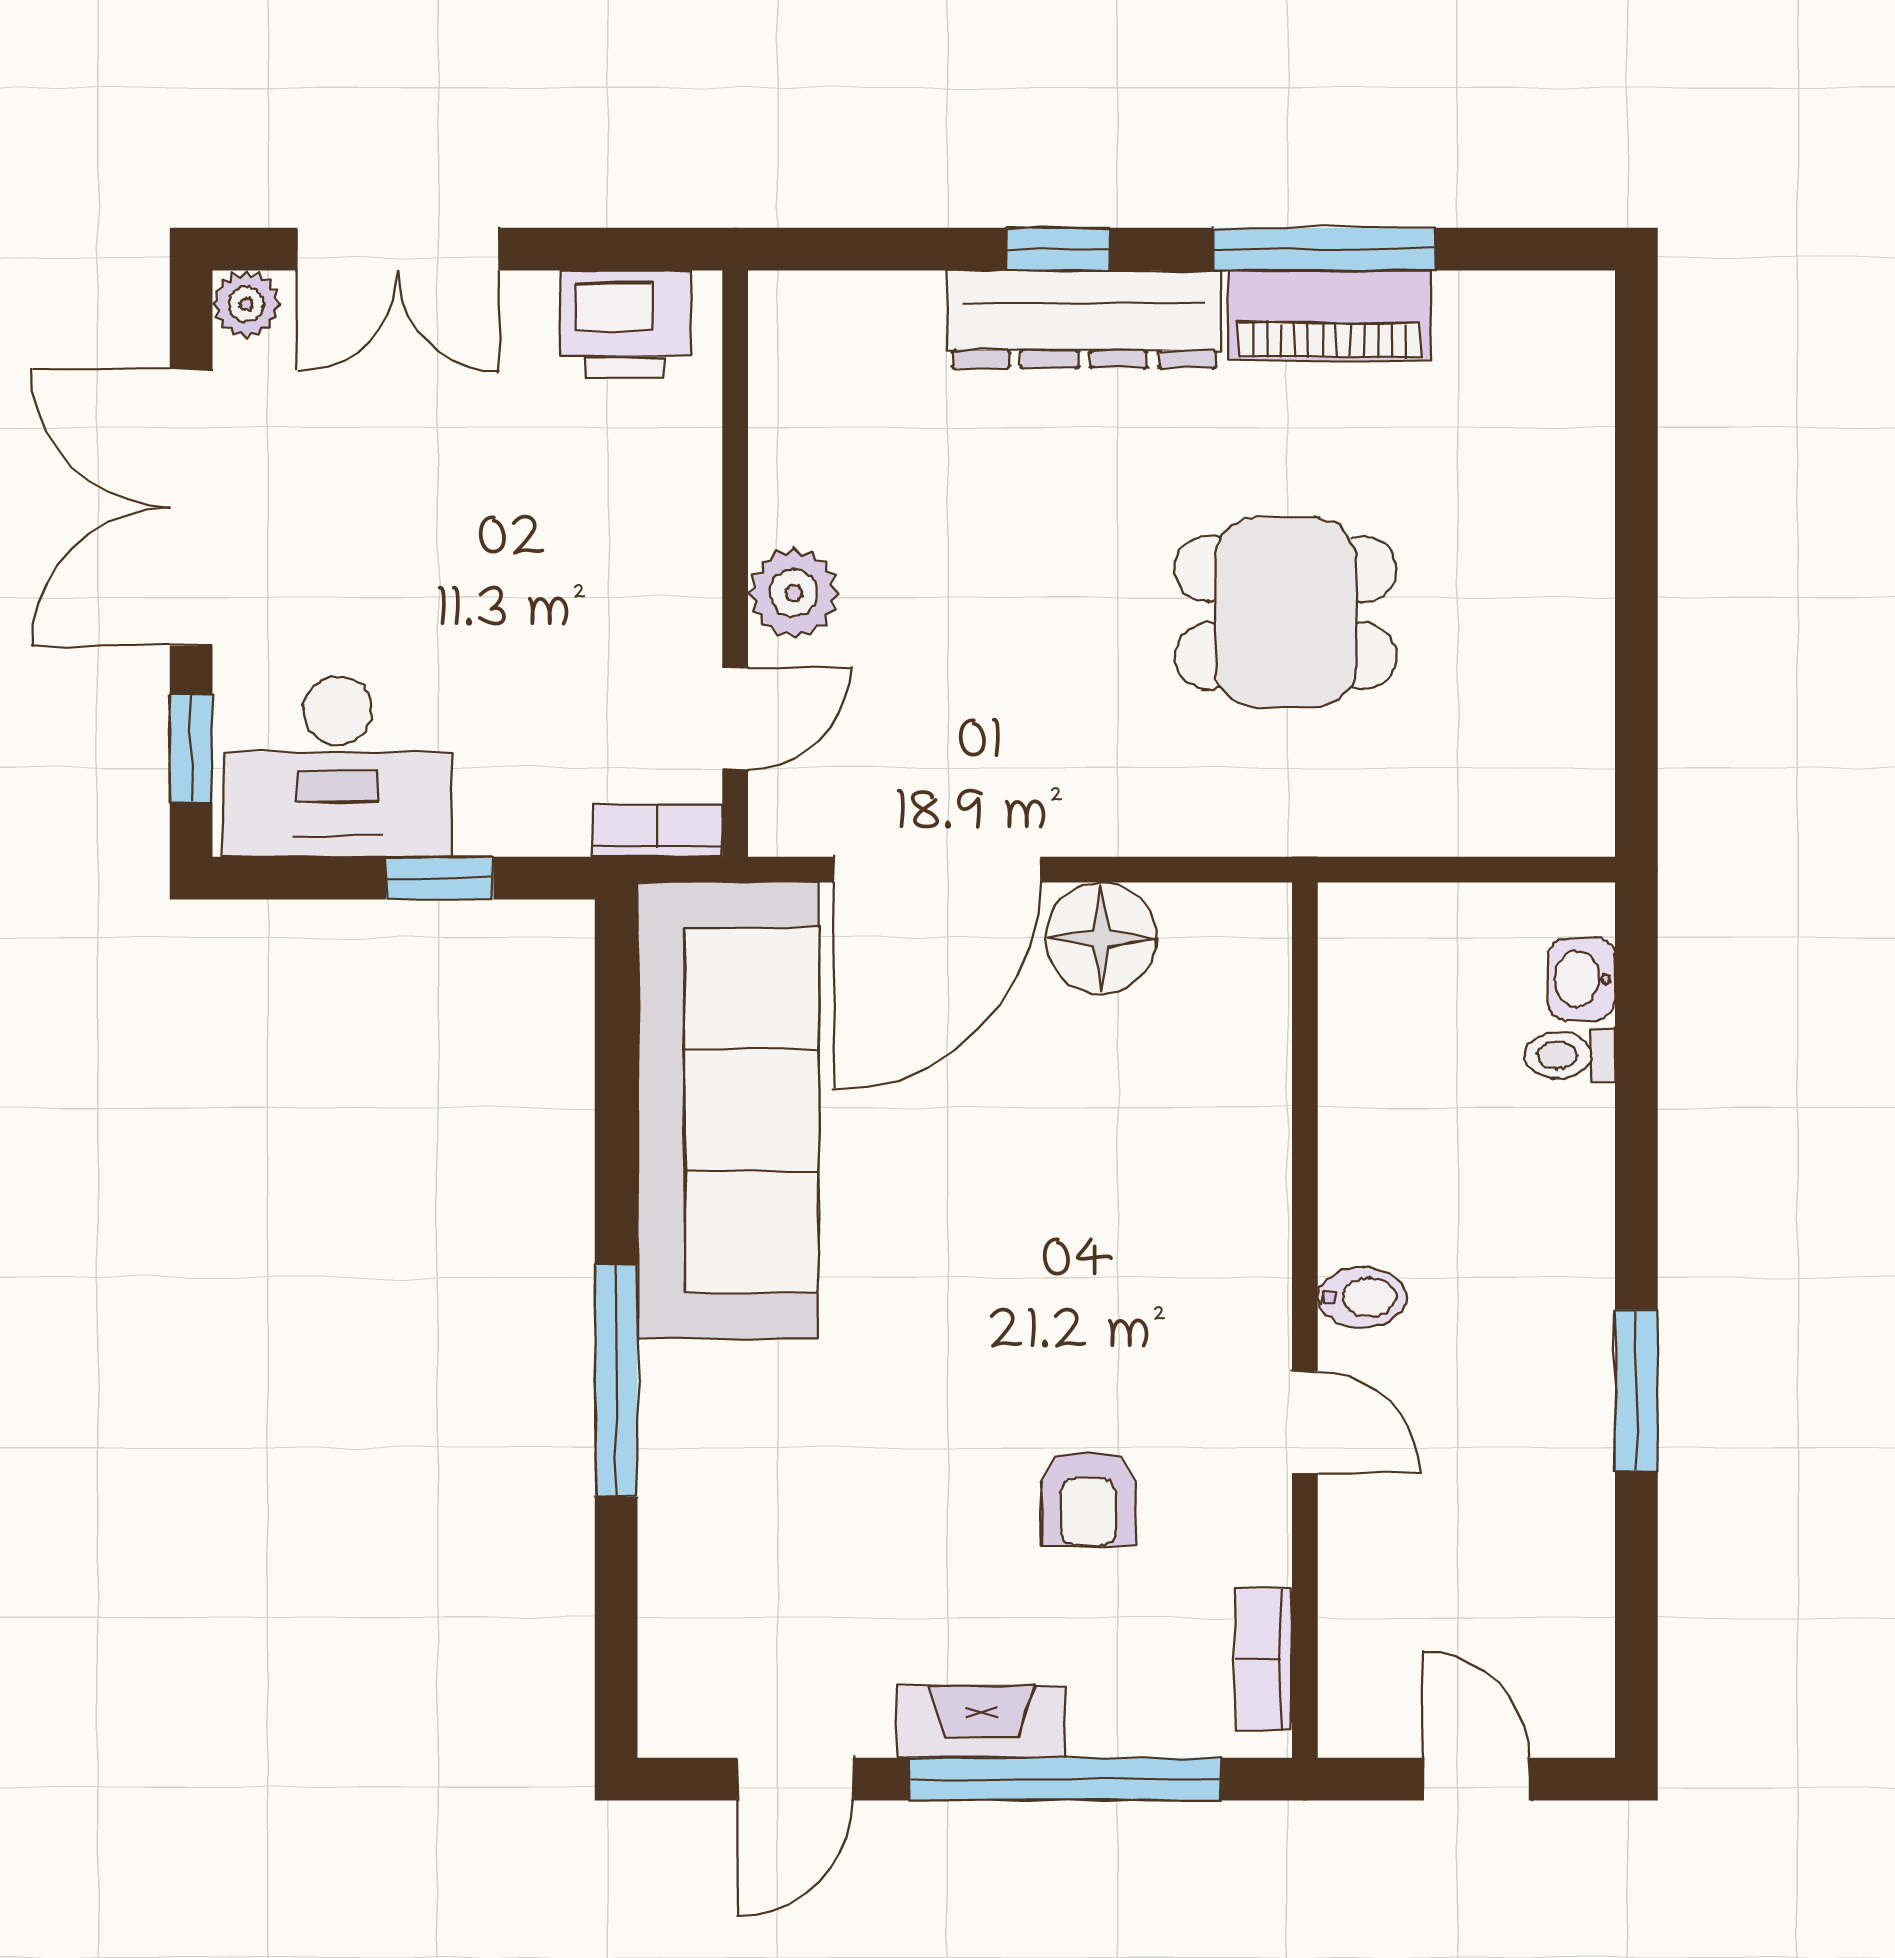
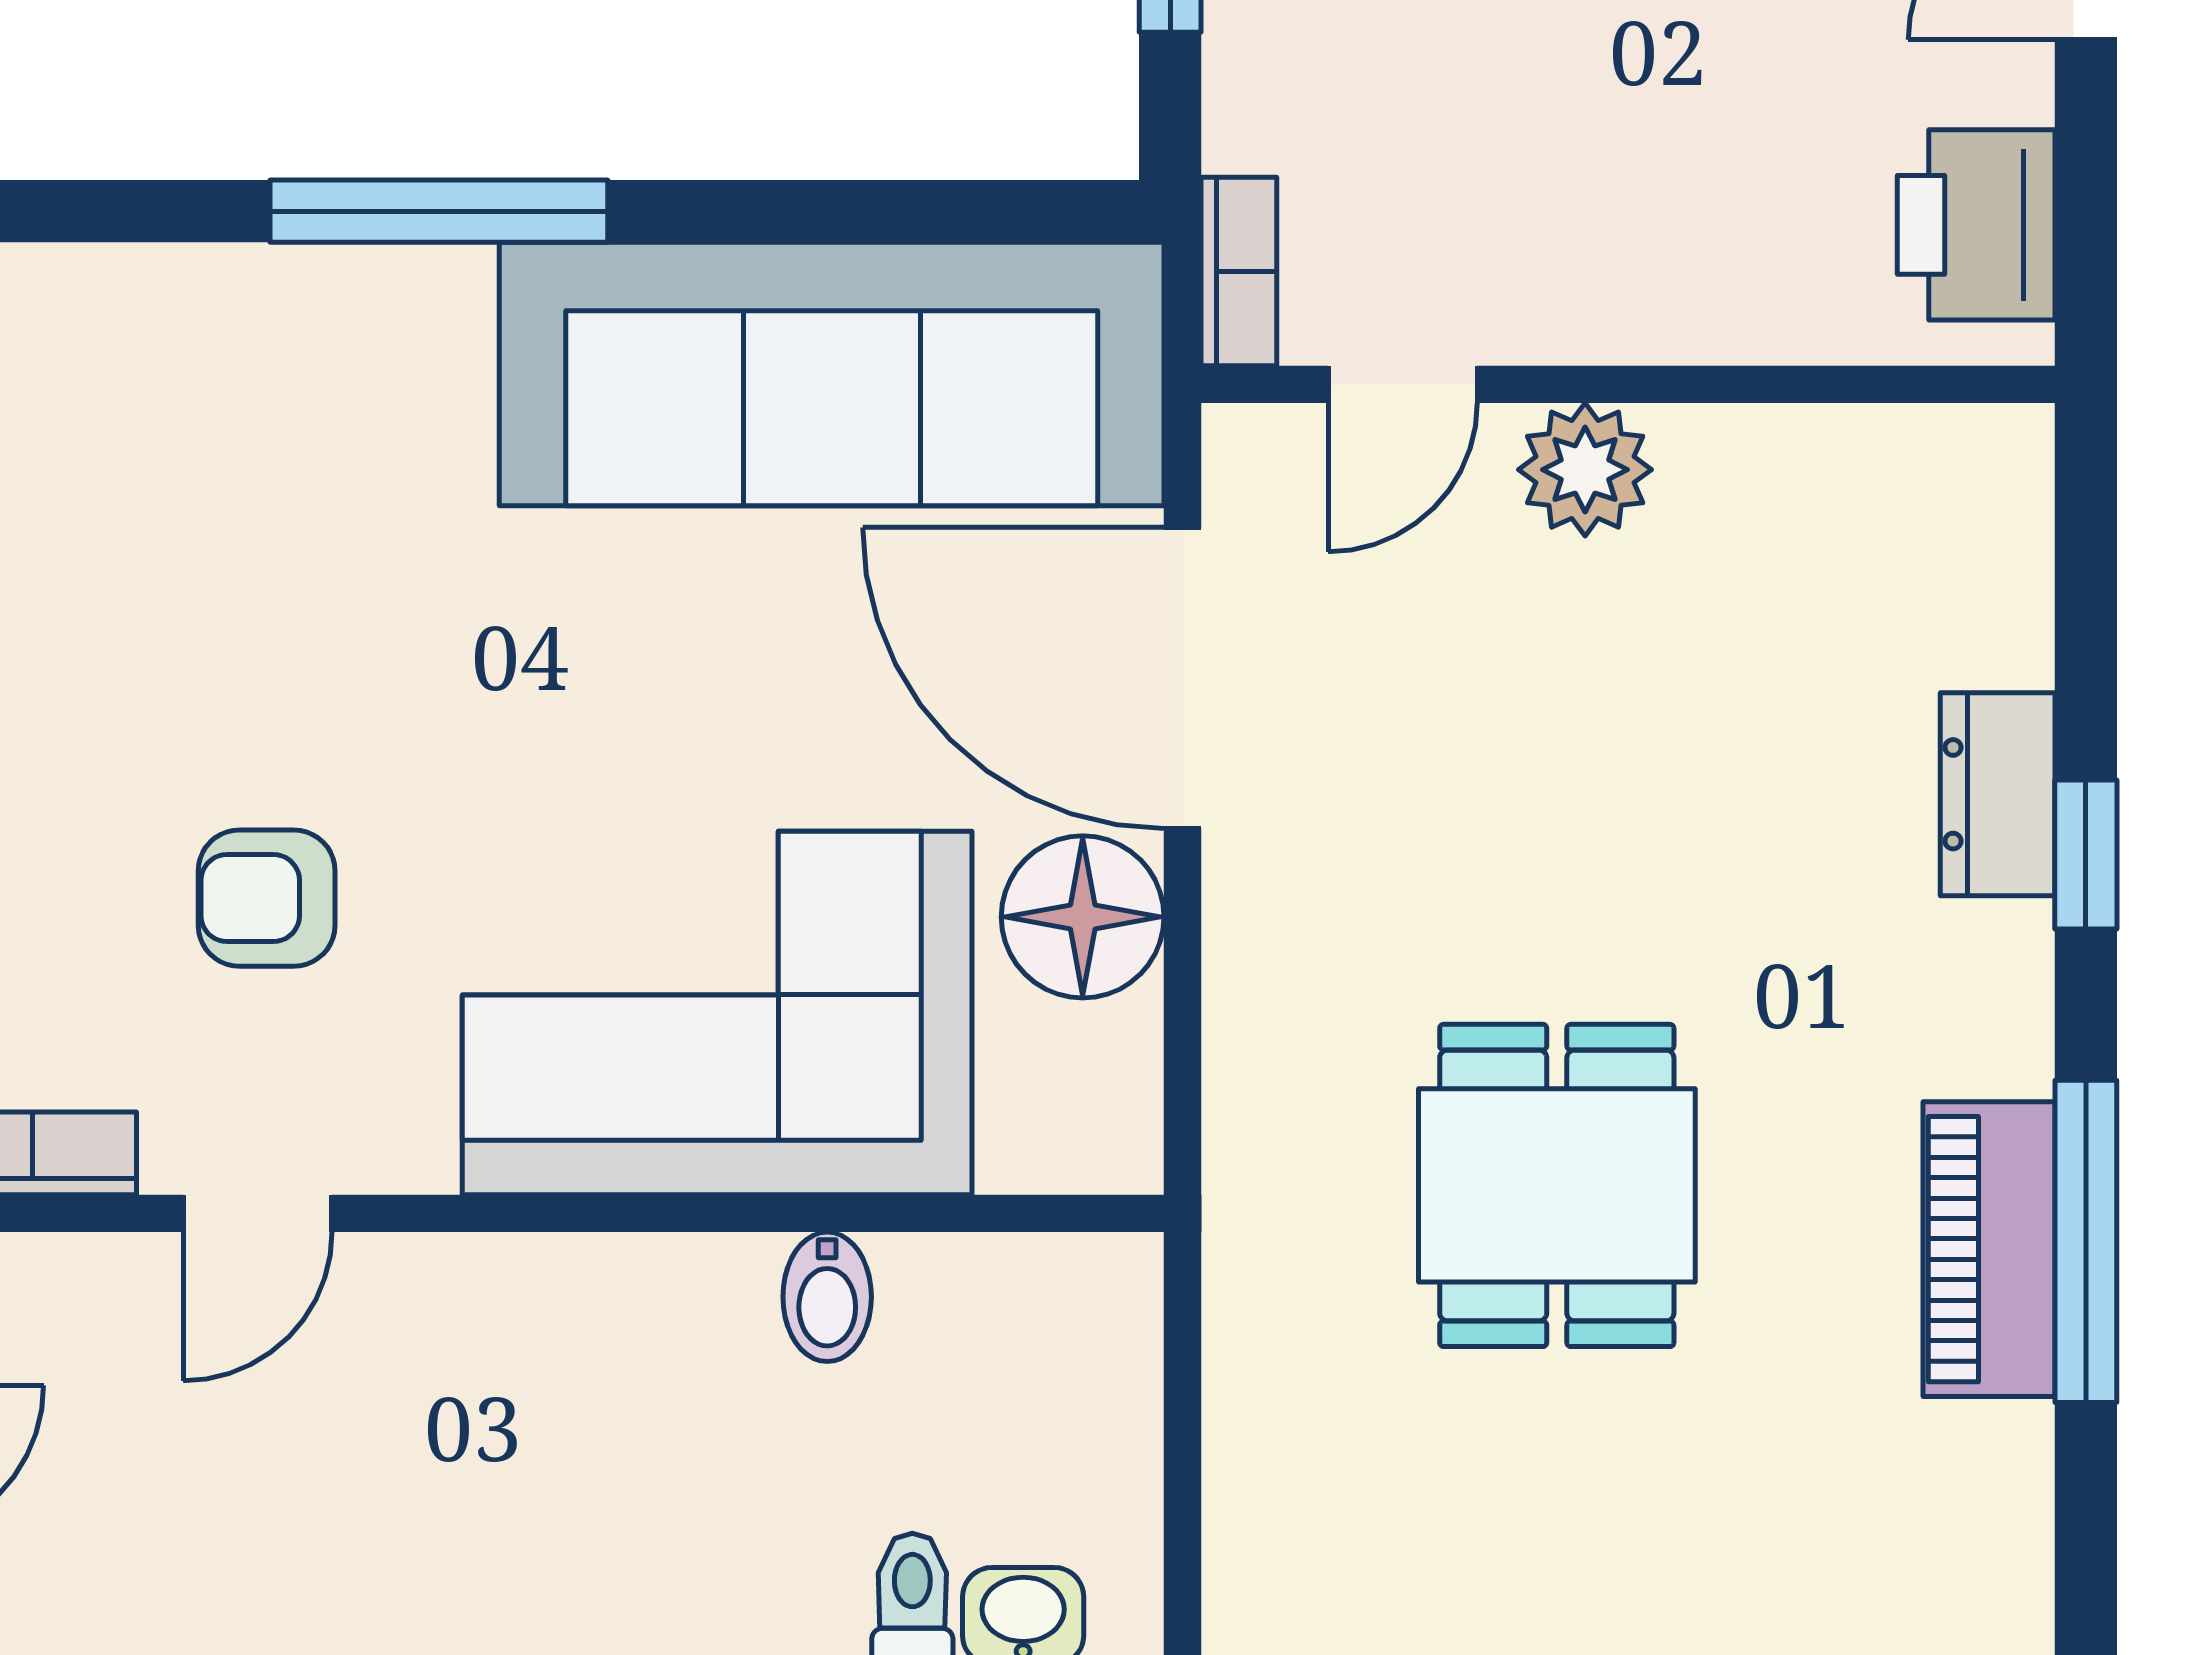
dresser: (1084, 319) -> (1998, 794), width x0.51, depth x0.80
door: (735, 718) -> (1403, 384), hinge flipped
corner sofa: (1167, 1189) -> (717, 1013), added
bidet: (1362, 1297) -> (827, 1297), moved
door: (1305, 1422) -> (258, 1213), moved

